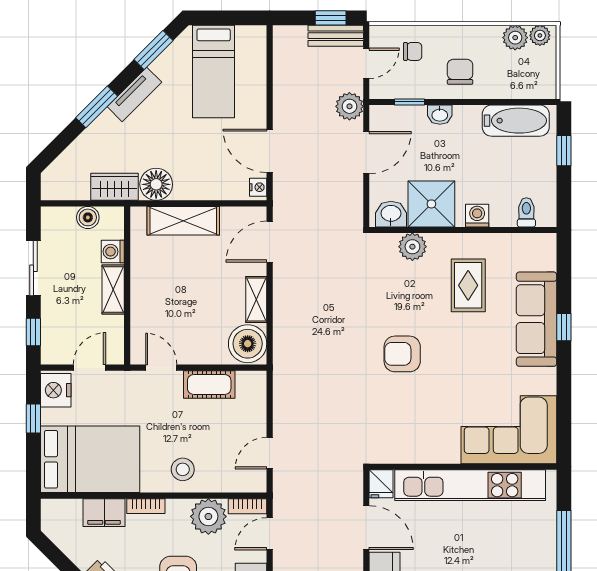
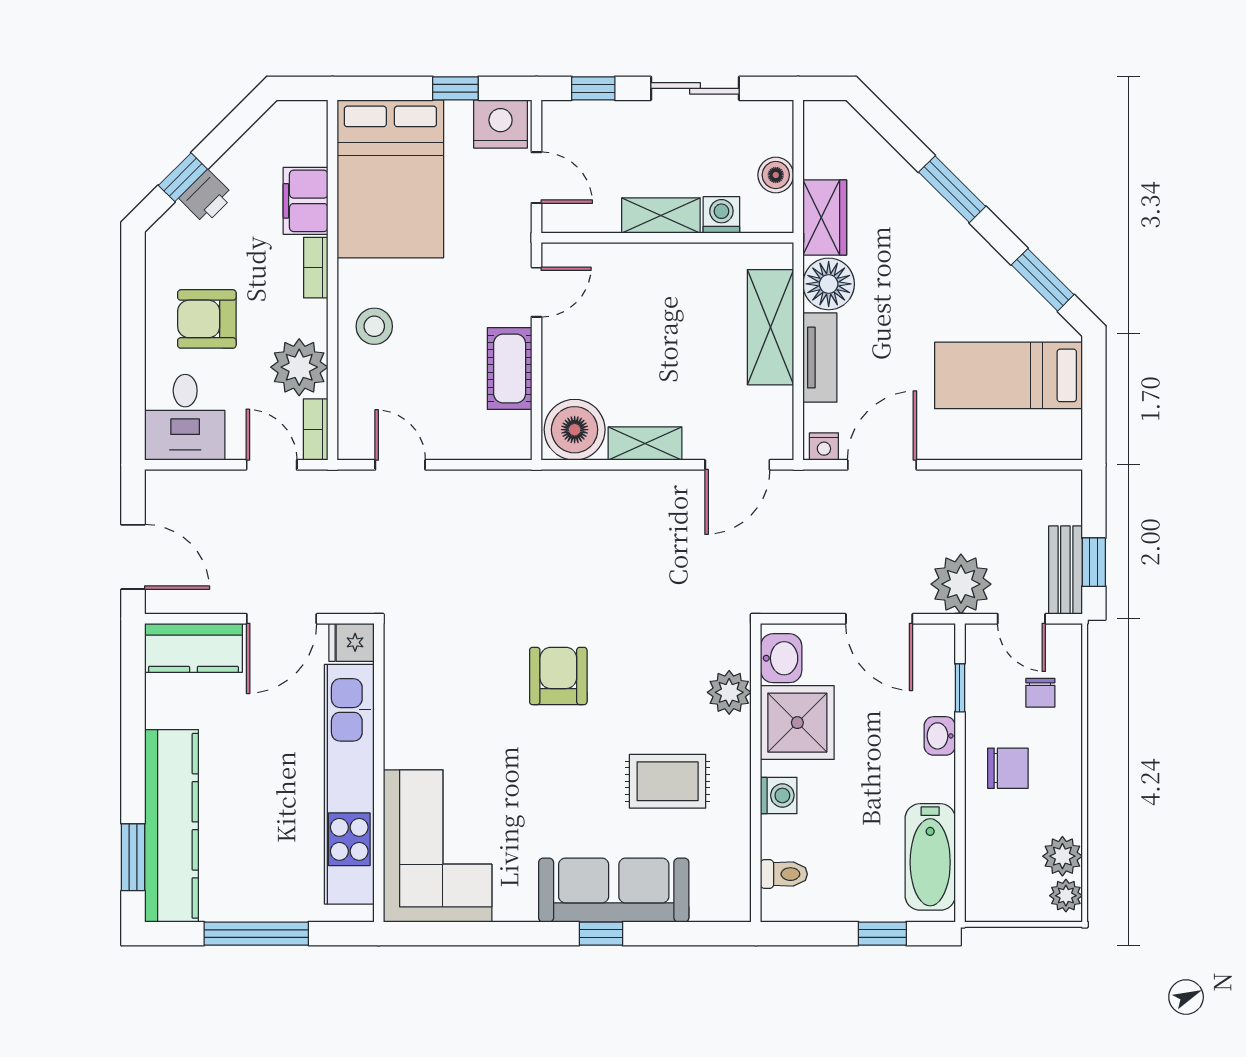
tv unit: (134, 94) -> (820, 358), moved, turned -135
plant: (349, 106) -> (961, 584), width x1.36, depth x1.36
door: (270, 242) -> (737, 465), swing flipped

